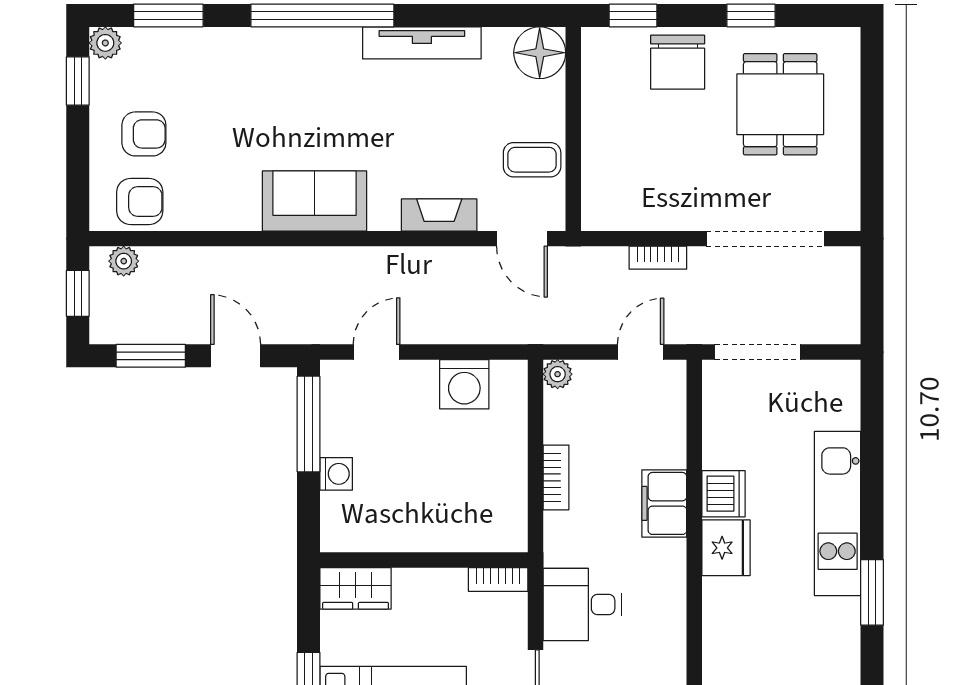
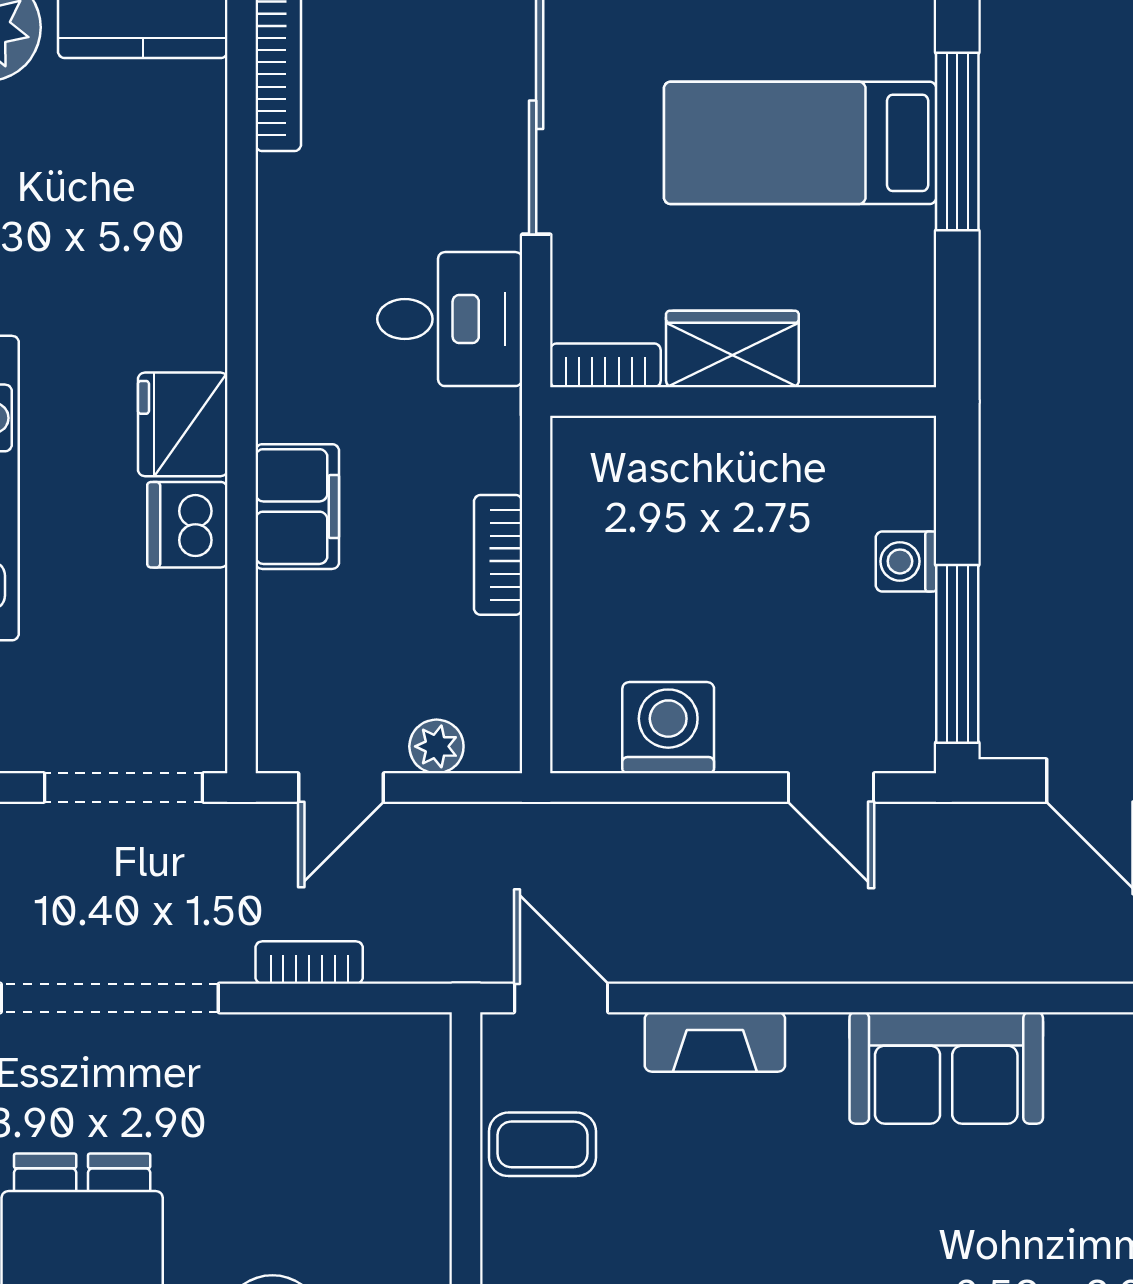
door: (377, 352) -> (831, 787), hinge flipped
plant: (558, 374) -> (436, 746), moved
wardrobe: (356, 588) -> (732, 349), moved

